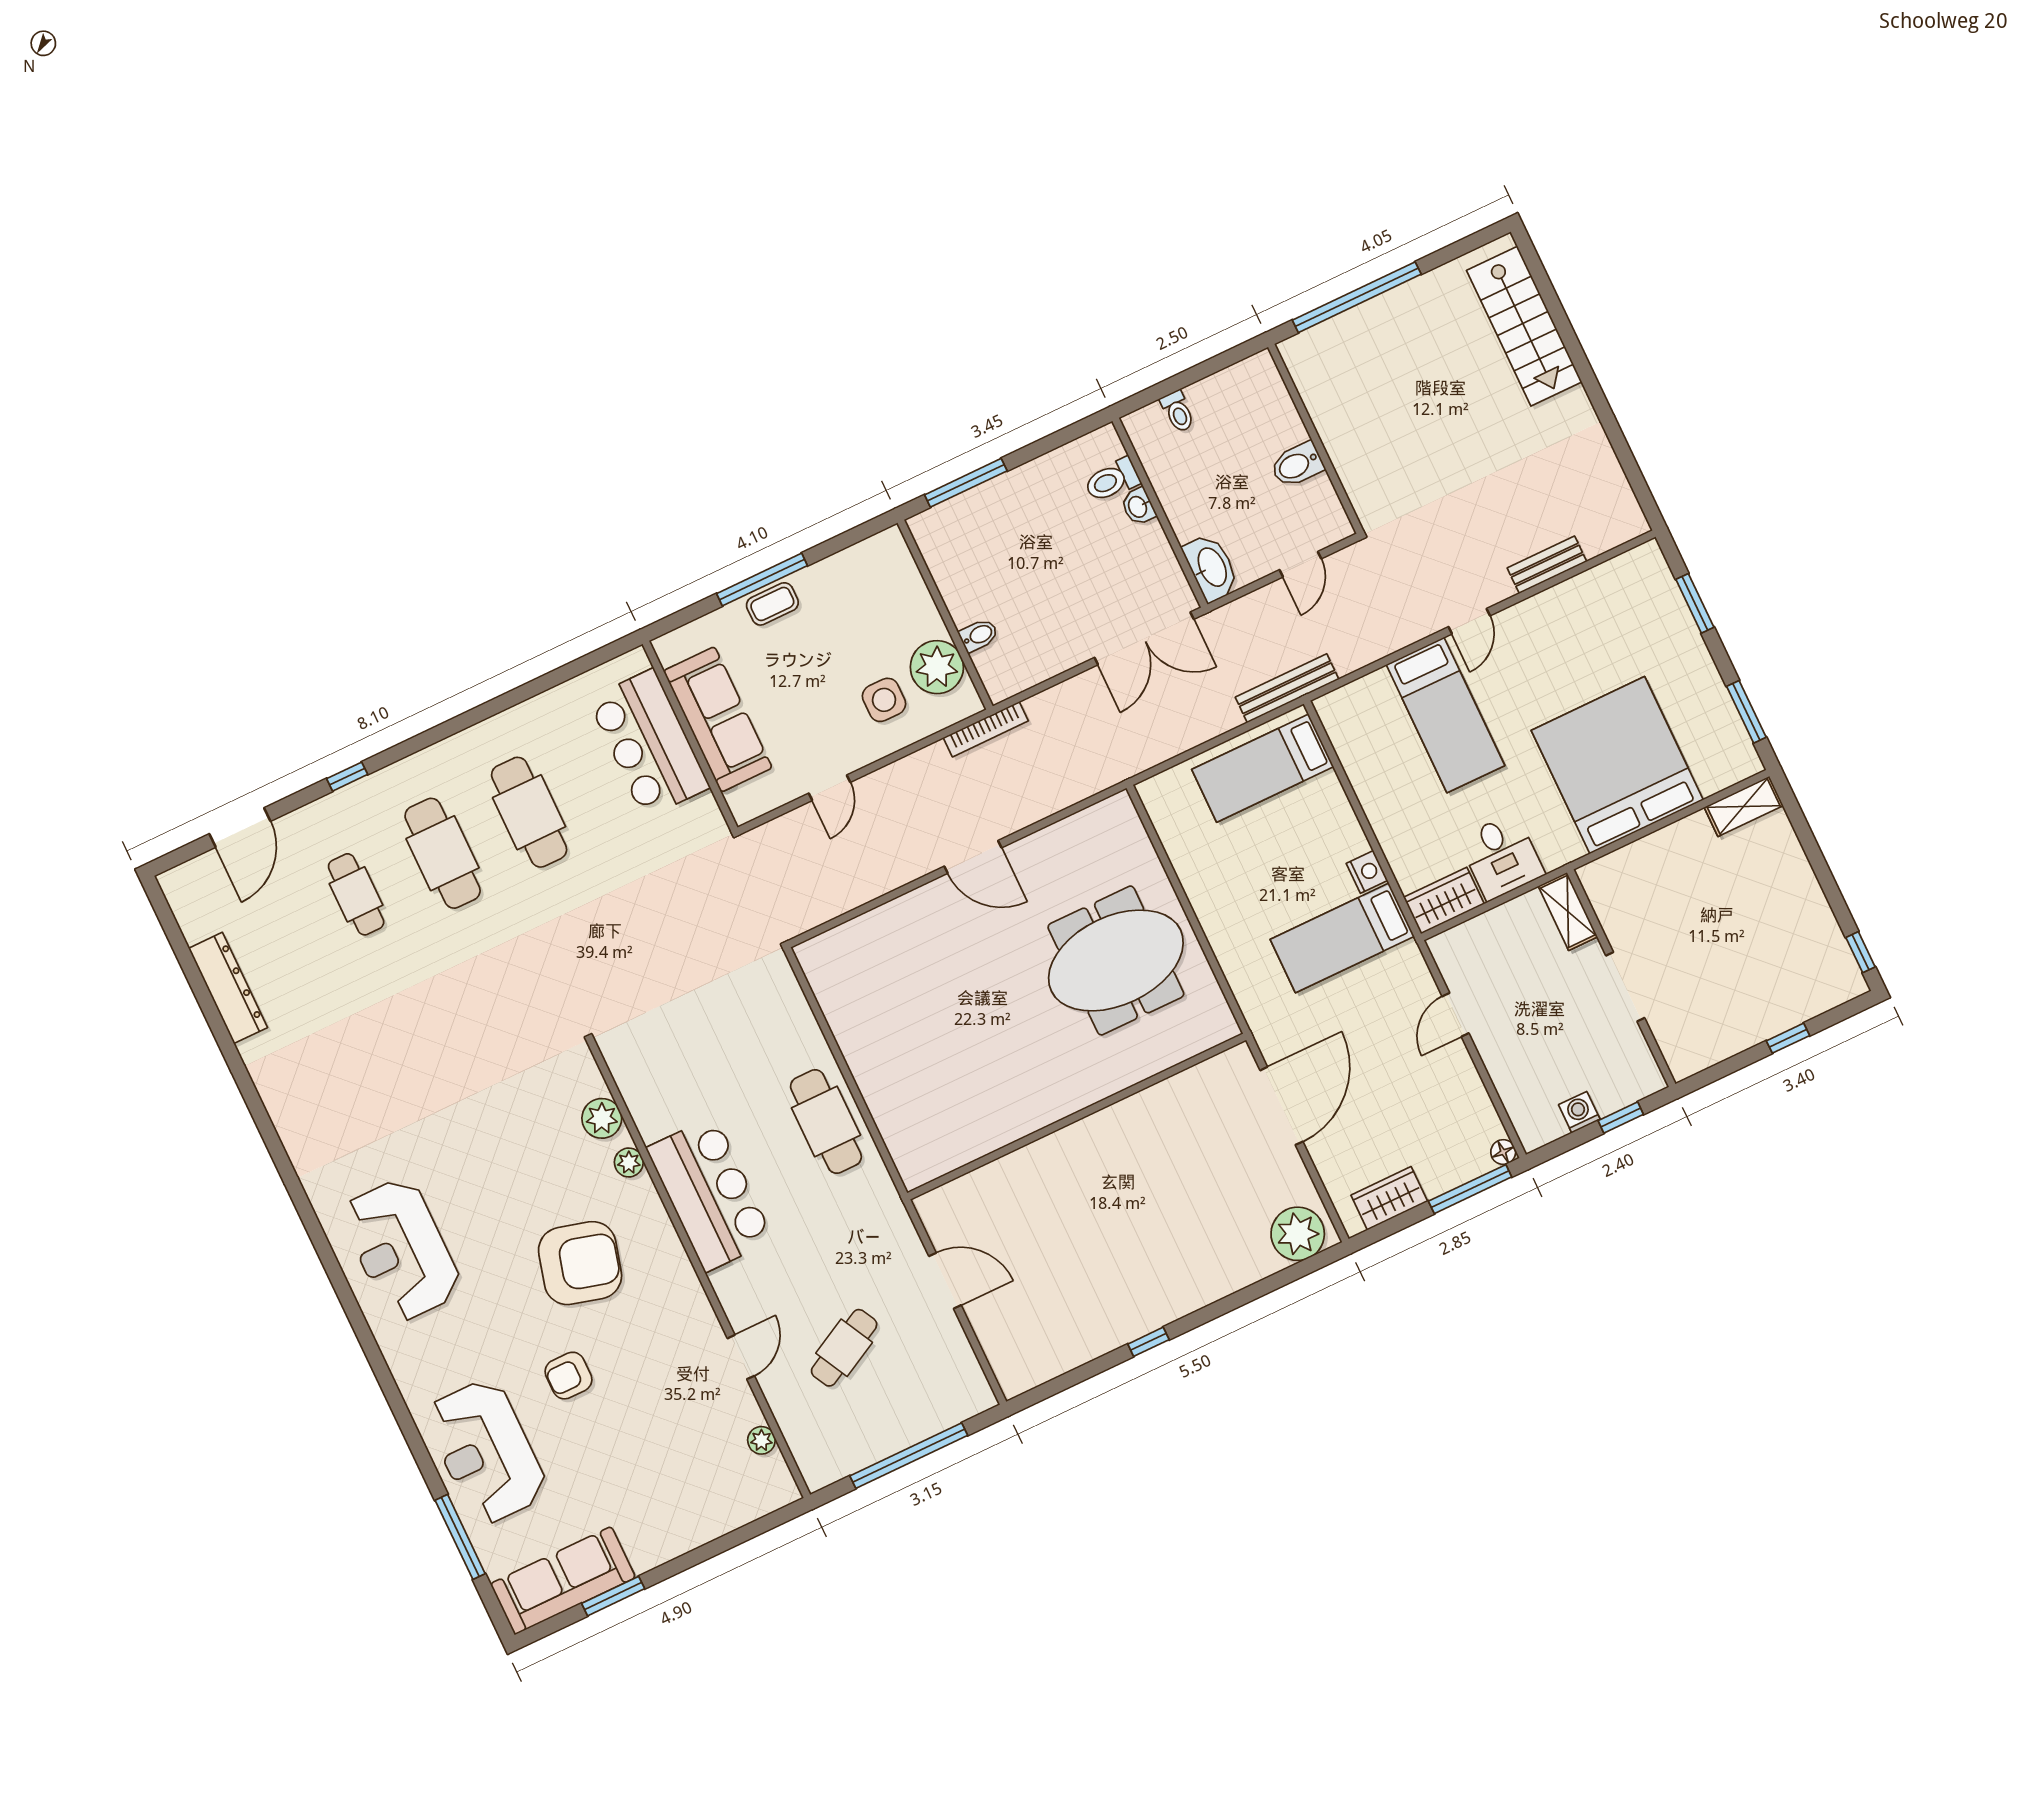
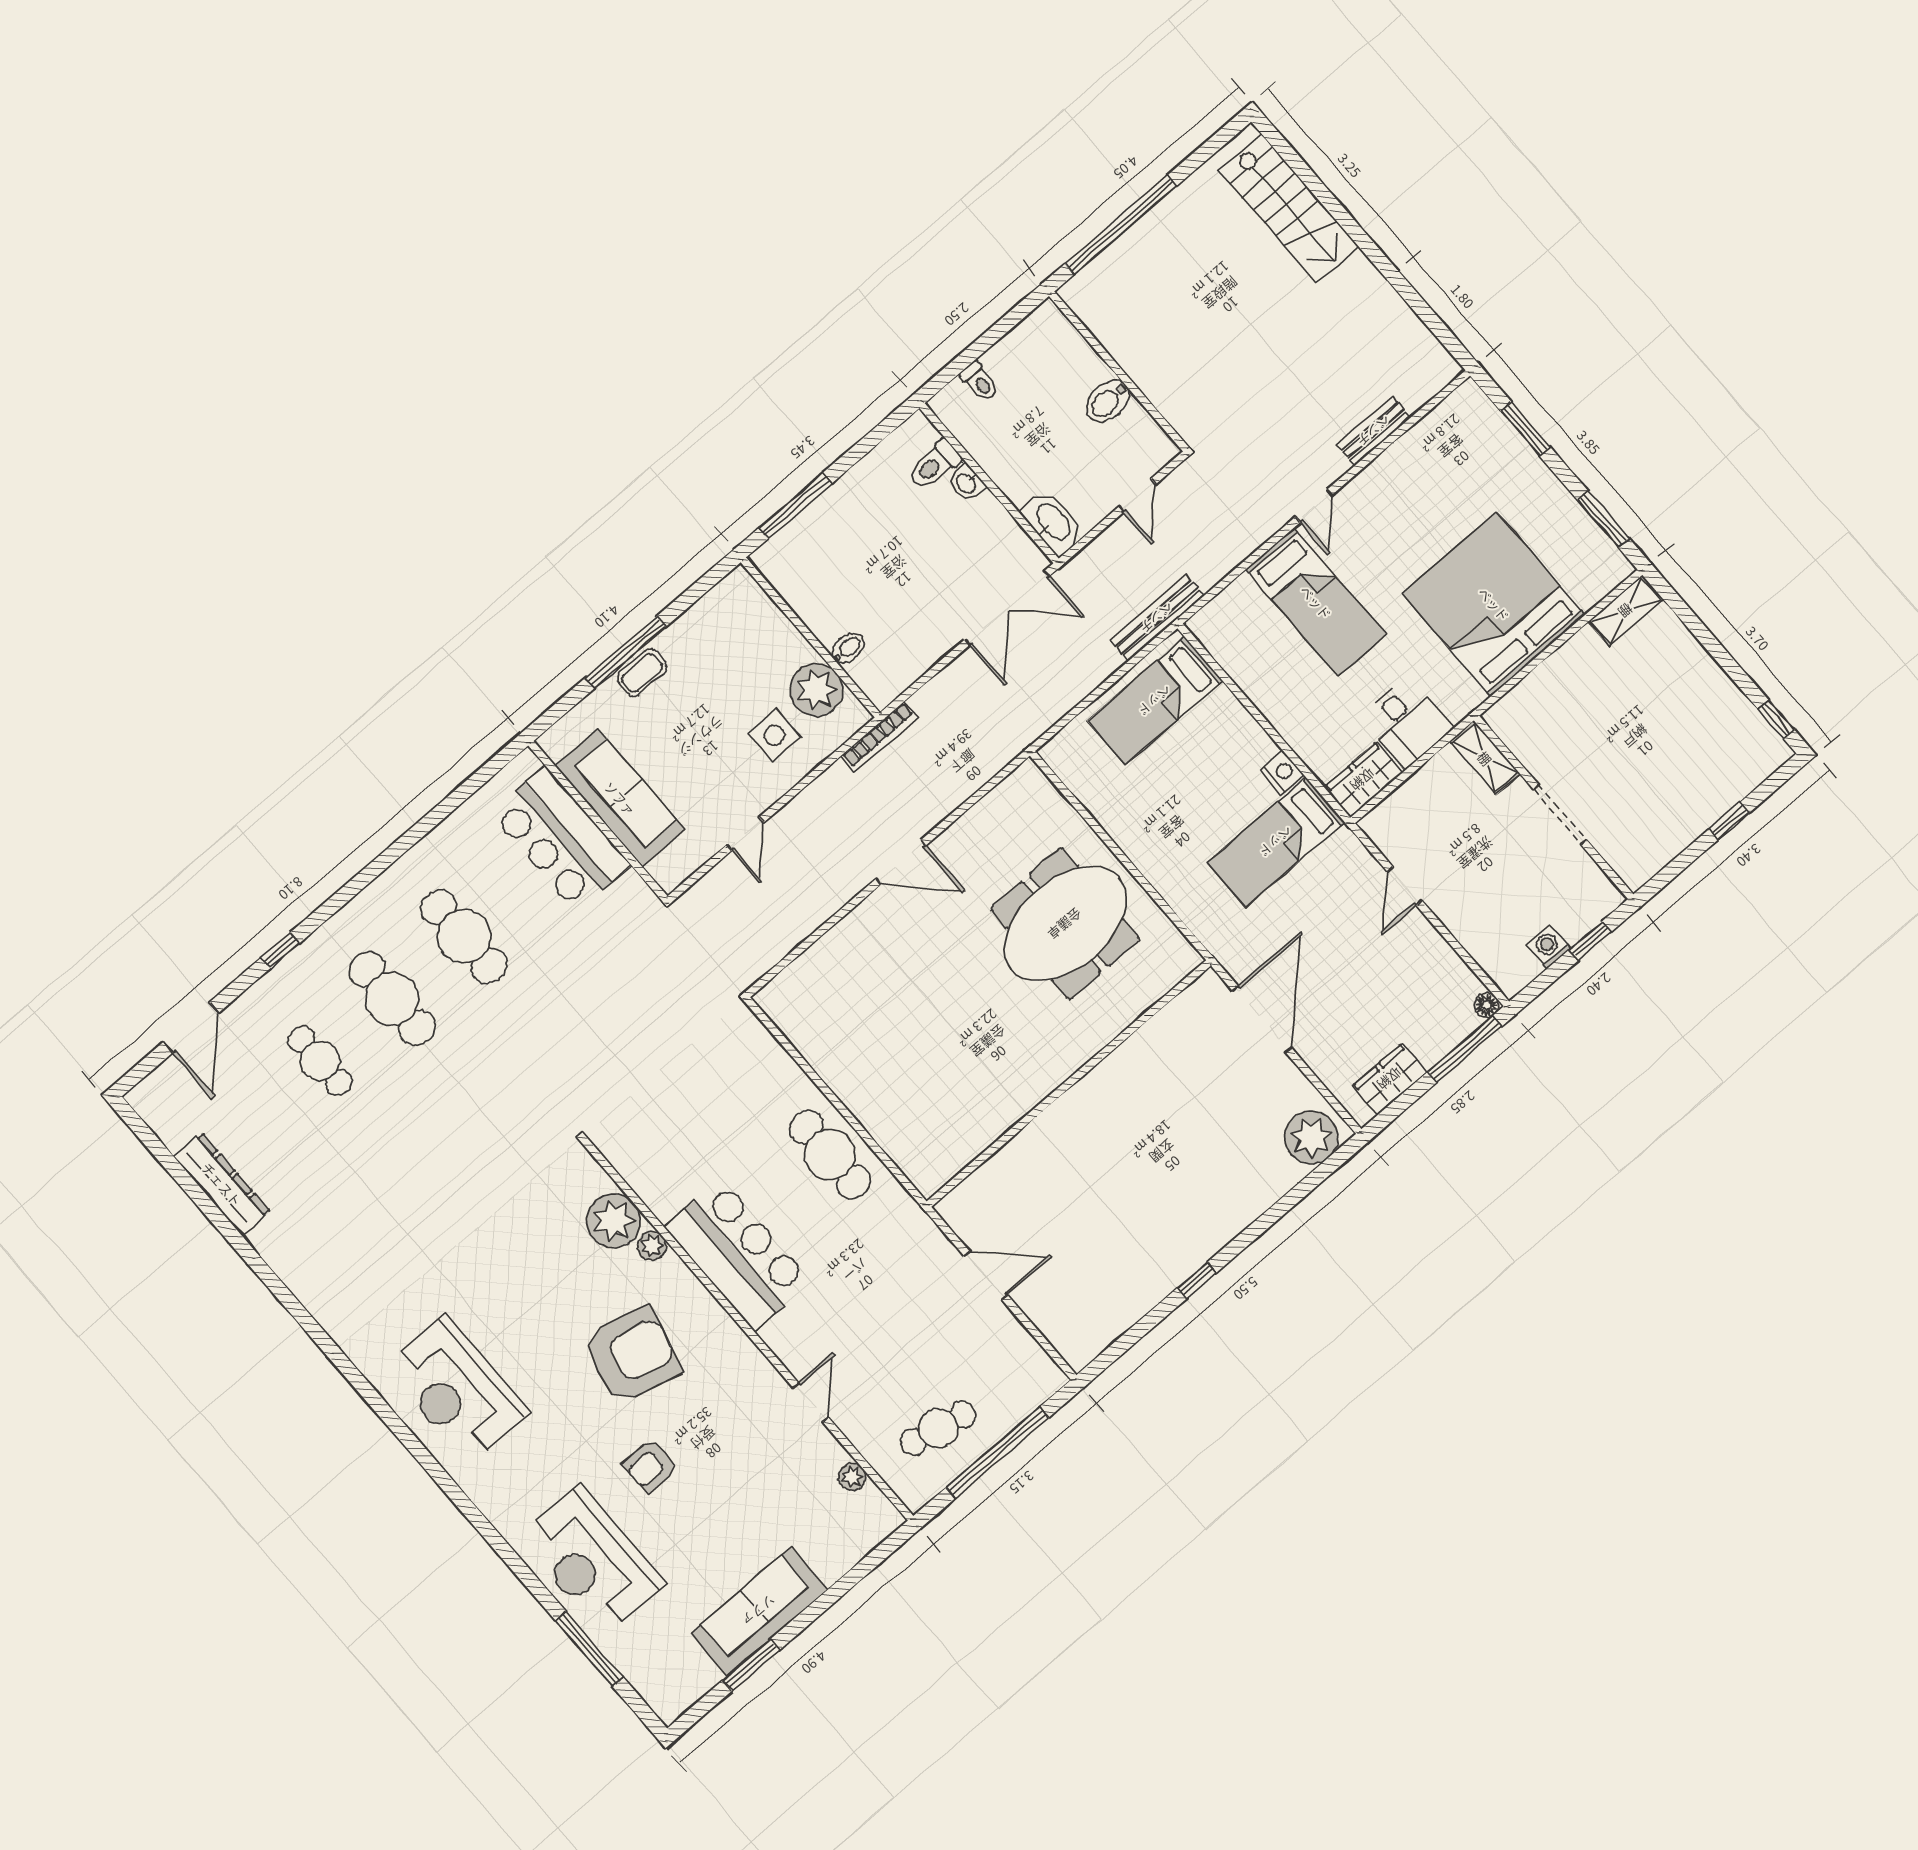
plant: (602, 1118) -> (614, 1221), width x1.36, depth x1.36
cafe table: (844, 1348) -> (938, 1428), moved, turned 40
sofa: (563, 1581) -> (759, 1611), moved

